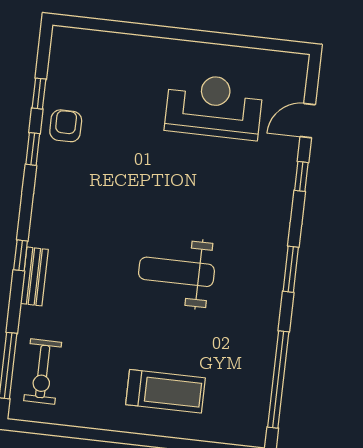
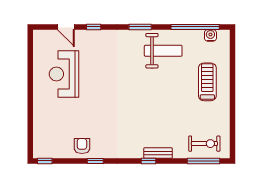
window: (39, 94) -> (45, 161), moved
armchair: (66, 126) -> (82, 146), turned 90
weight bench: (176, 272) -> (163, 51), moved, turned -90
water cooler: (258, 408) -> (210, 35), added

